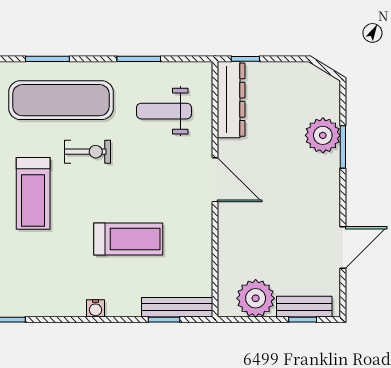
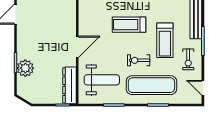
weight bench: (164, 111) -> (102, 80), width x1.36, depth x1.33
door: (215, 180) -> (77, 47), swing flipped
treadmill: (33, 193) -> (165, 40), turned 180
treadmill: (128, 239) -> (129, 25), moved

